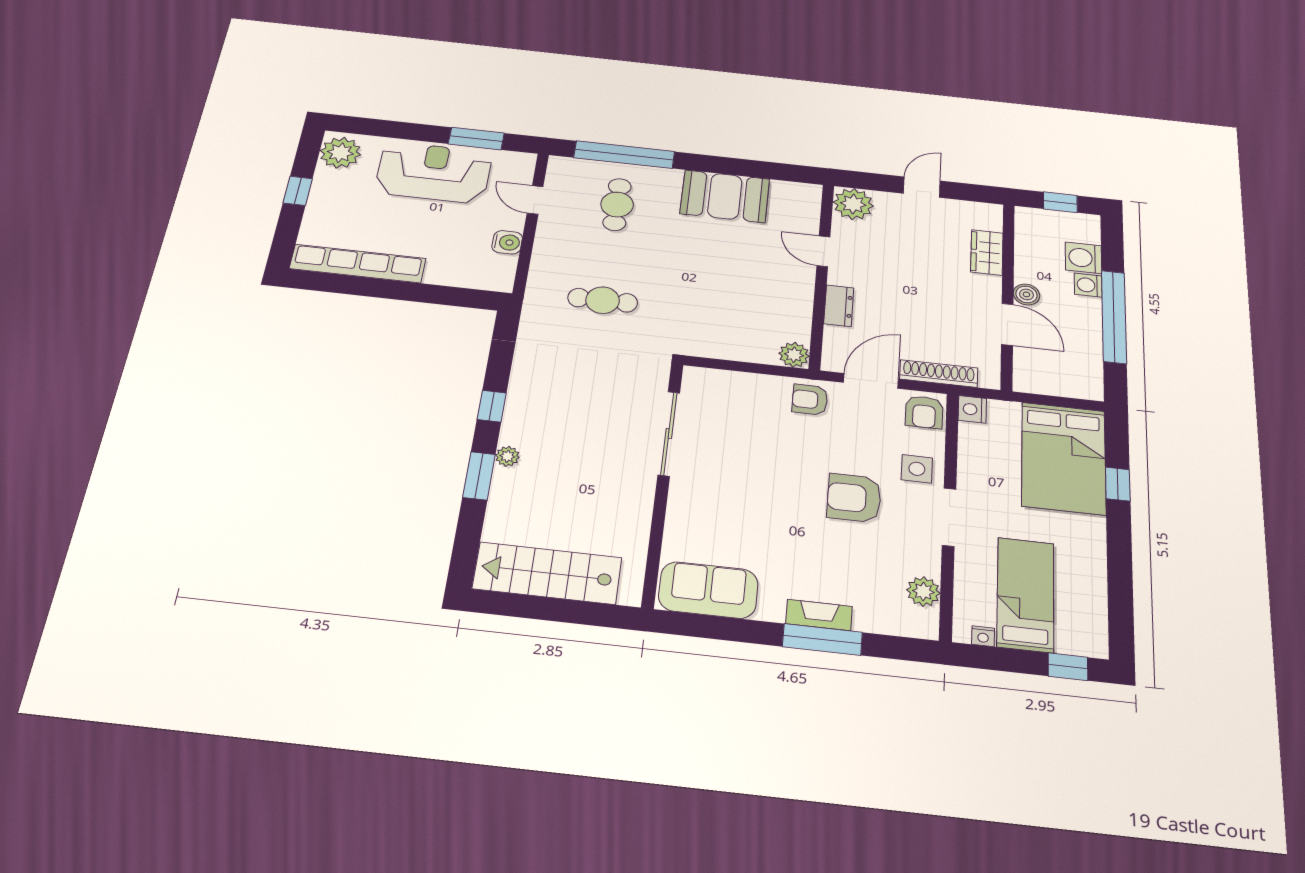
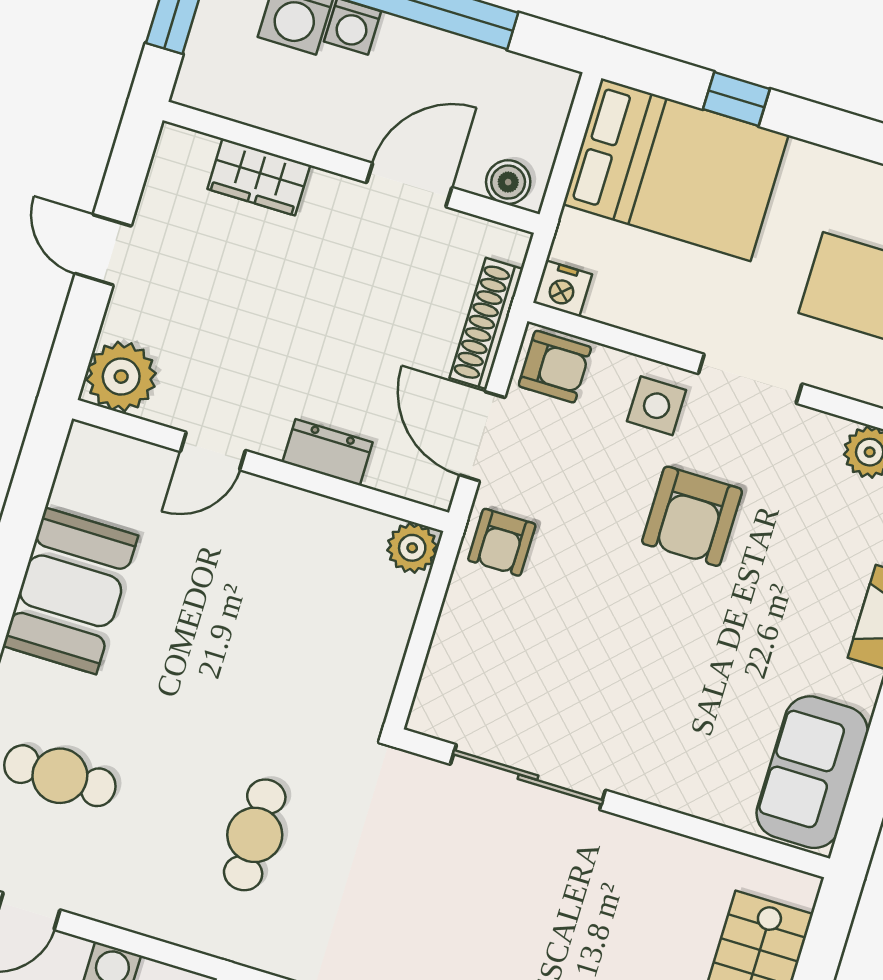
boiler: (1026, 294) -> (508, 182), moved

